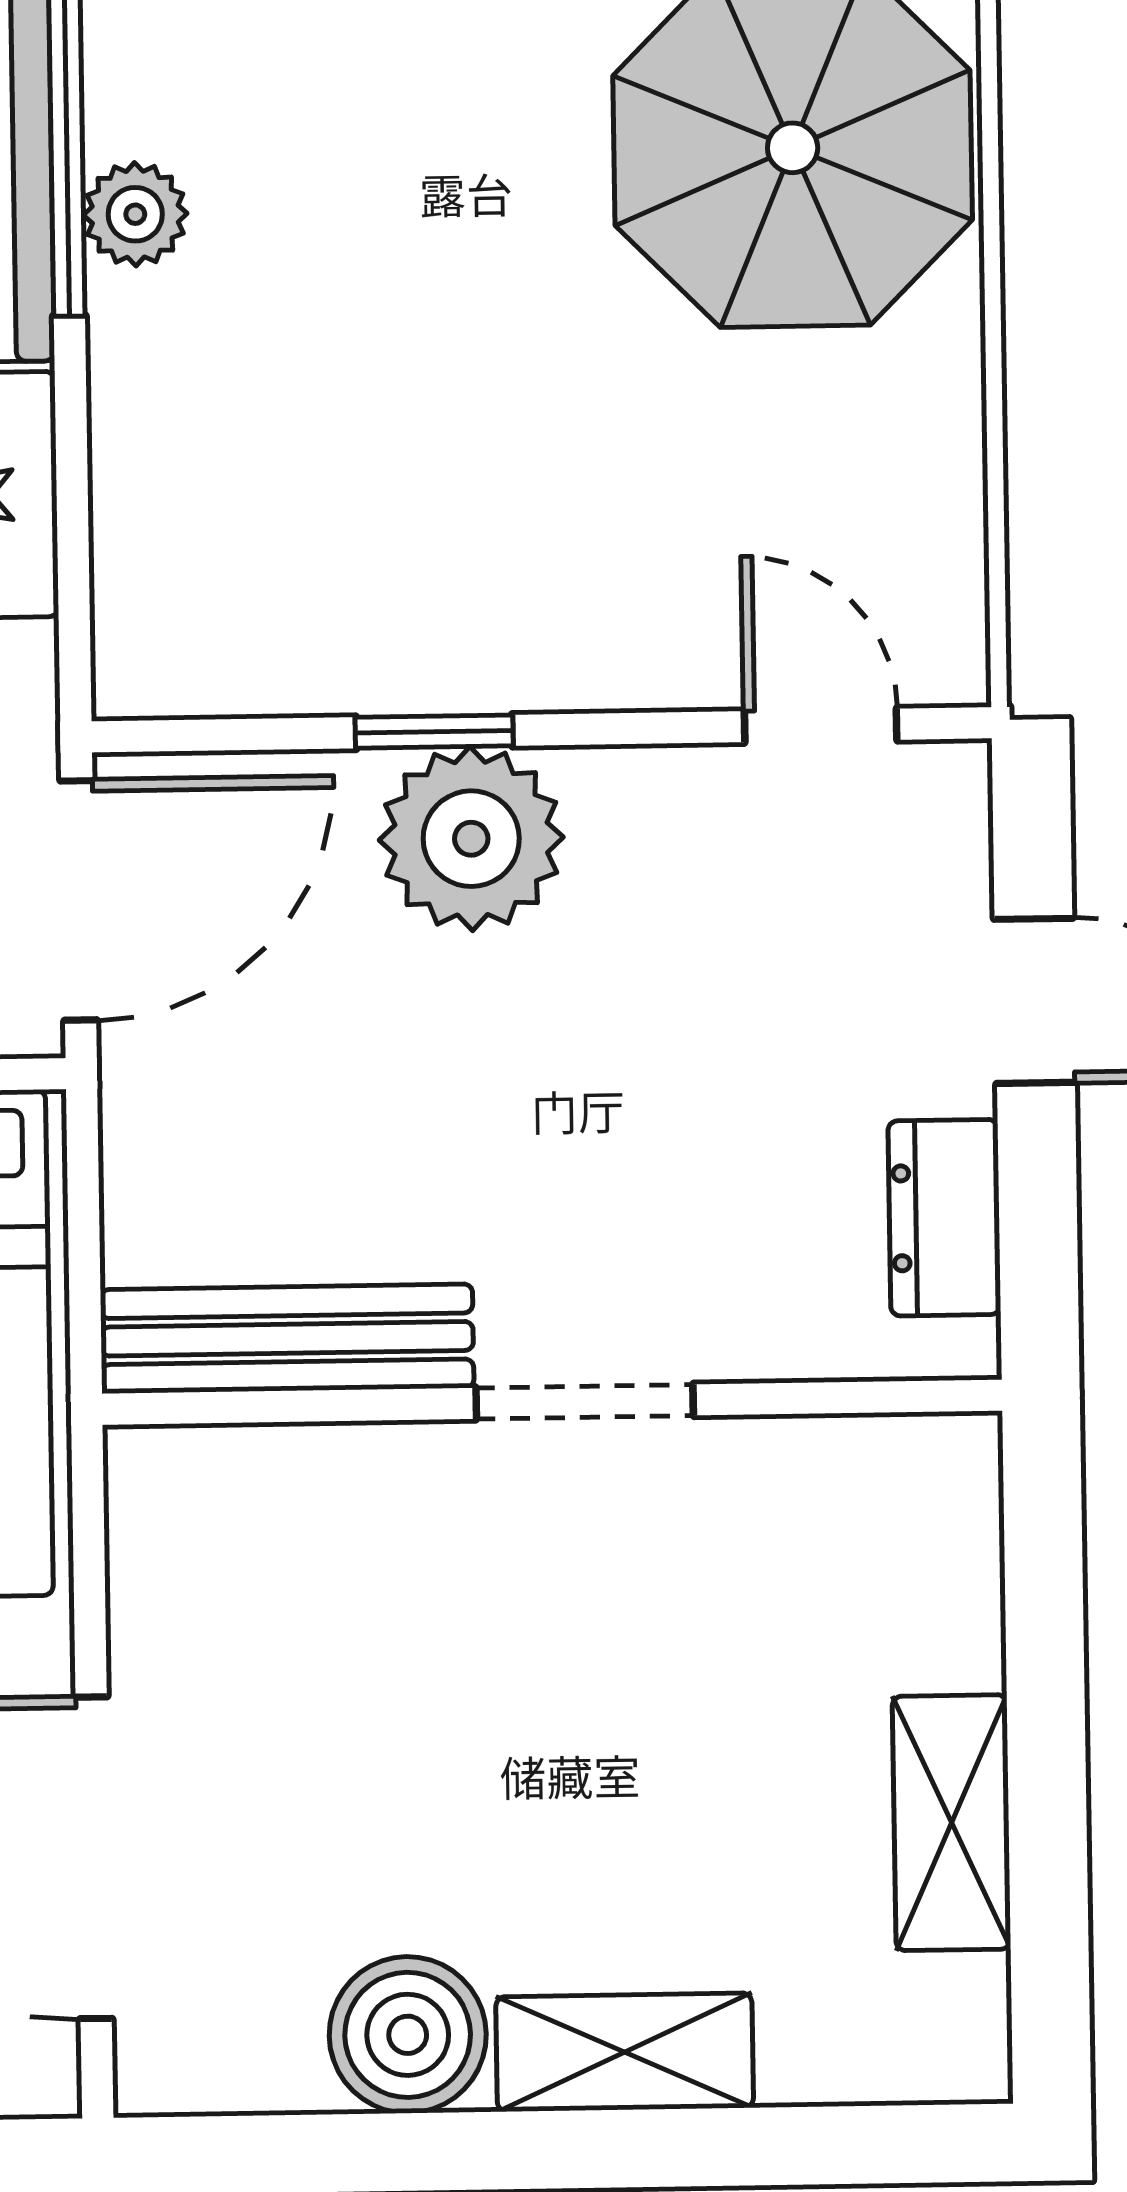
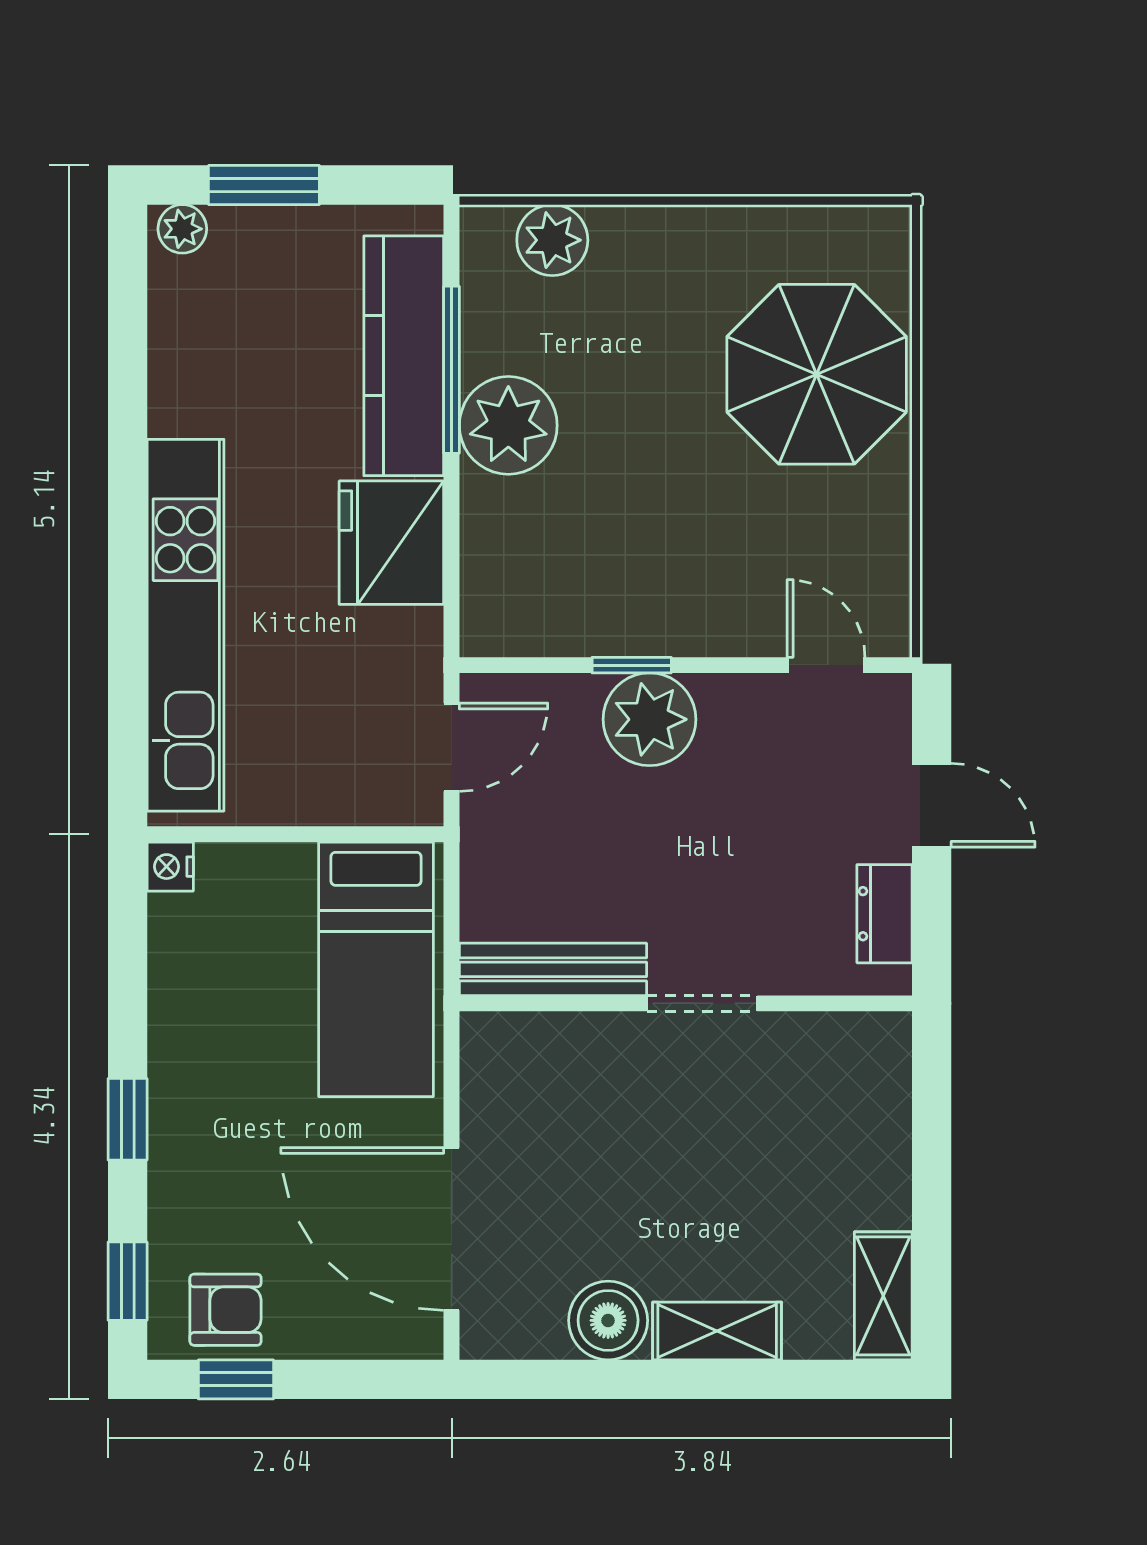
plant: (135, 214) -> (508, 425), width x1.87, depth x1.87
door: (79, 900) -> (452, 747), width x0.73
shelving: (951, 1823) -> (883, 1296), moved

